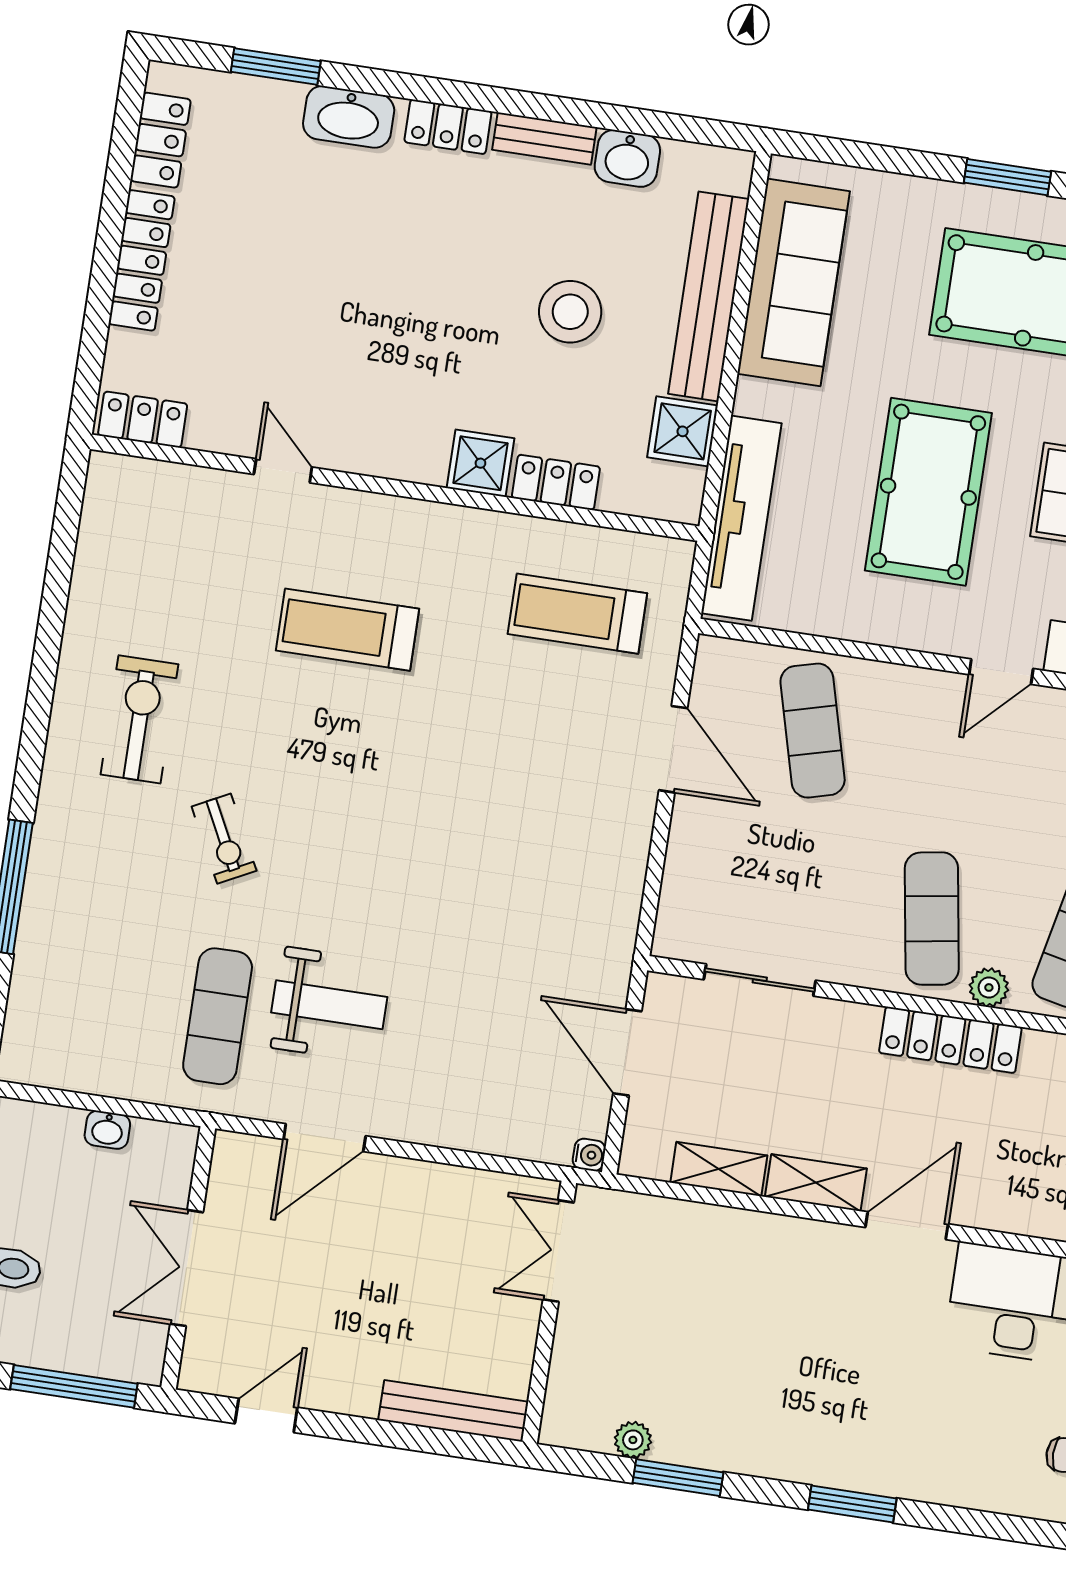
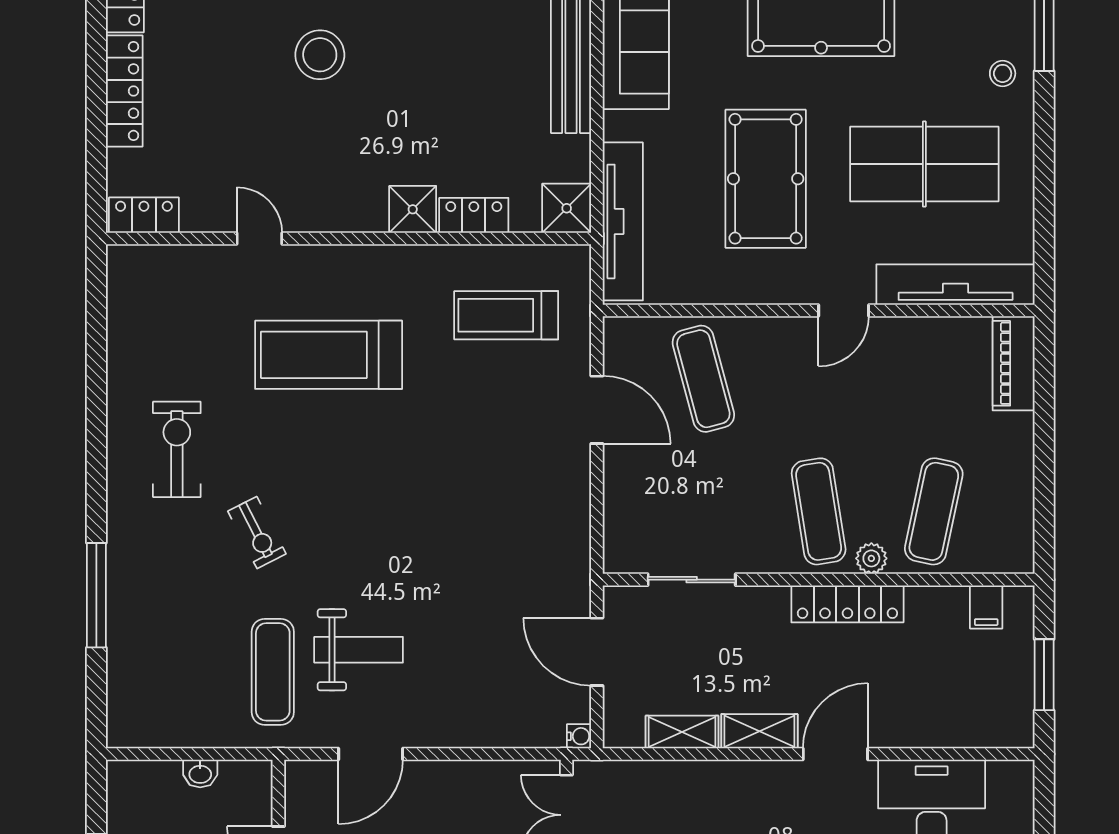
stool: (570, 312) -> (320, 55), moved
shower: (683, 431) -> (567, 208), moved
treadmill: (347, 630) -> (329, 355), width x1.37, depth x1.38

